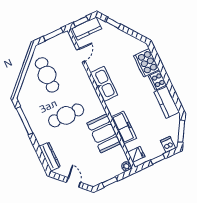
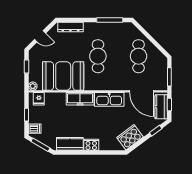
door: (81, 55) -> (141, 91), width x1.88
cooker: (146, 63) -> (130, 137), moved, turned -37
cafe table: (47, 75) -> (139, 56), turned 90
freezer: (124, 128) -> (80, 99), moved
booth: (104, 133) -> (63, 76), width x1.36, depth x1.42

